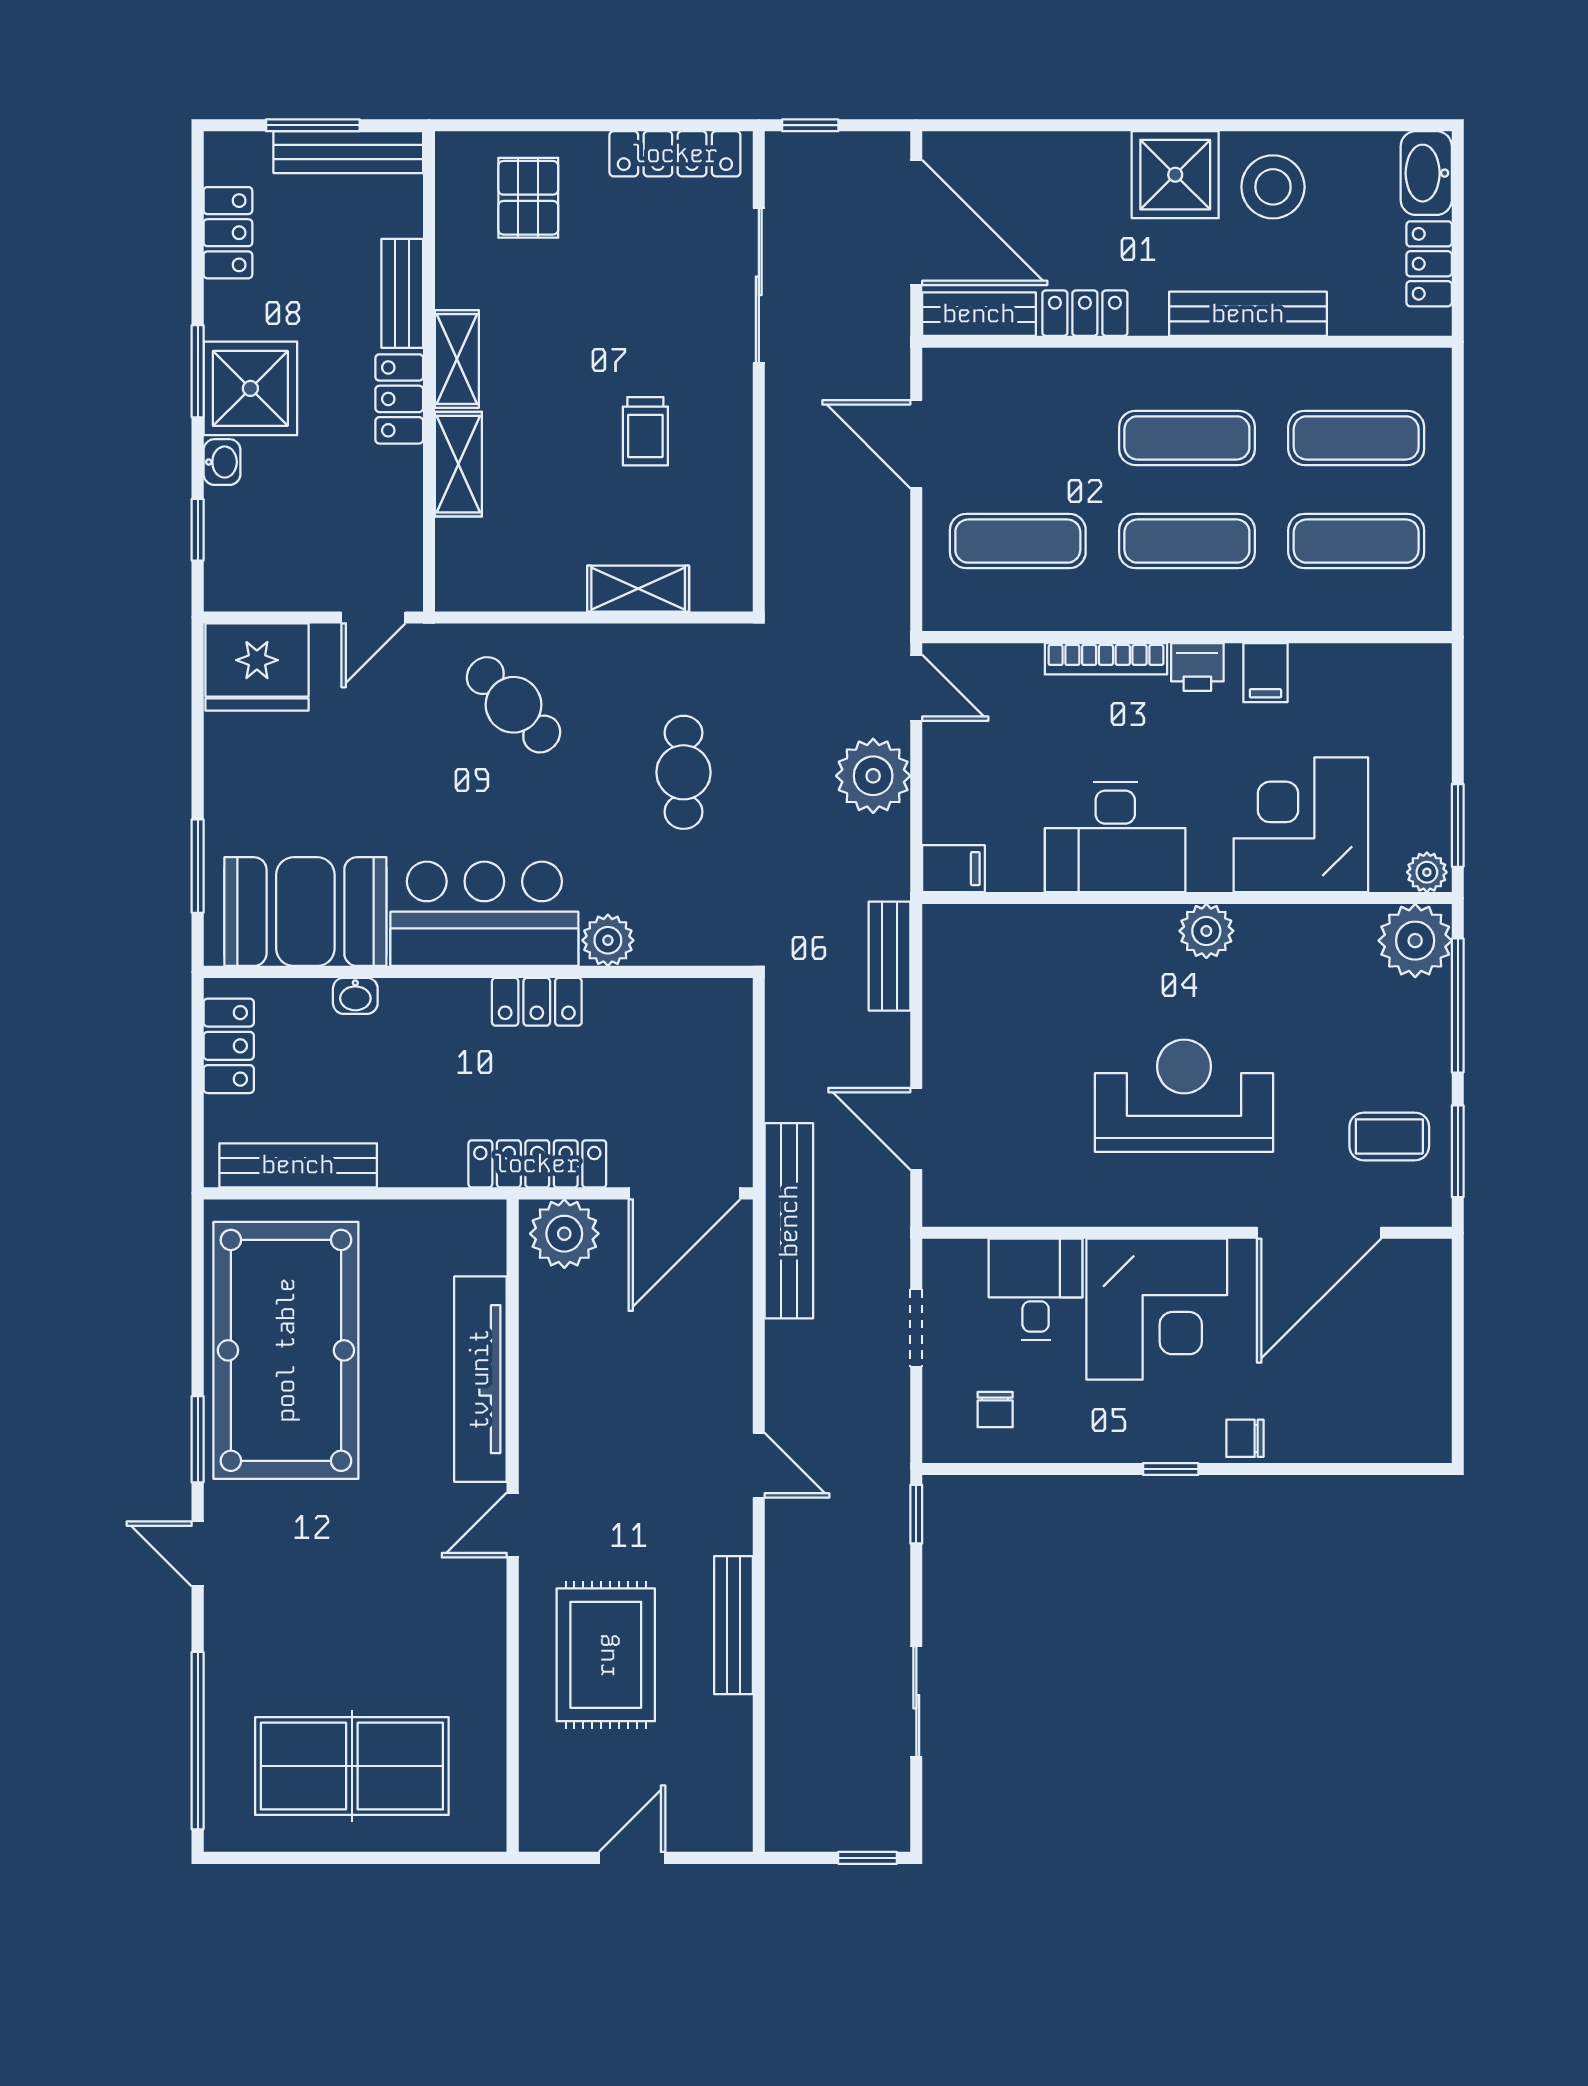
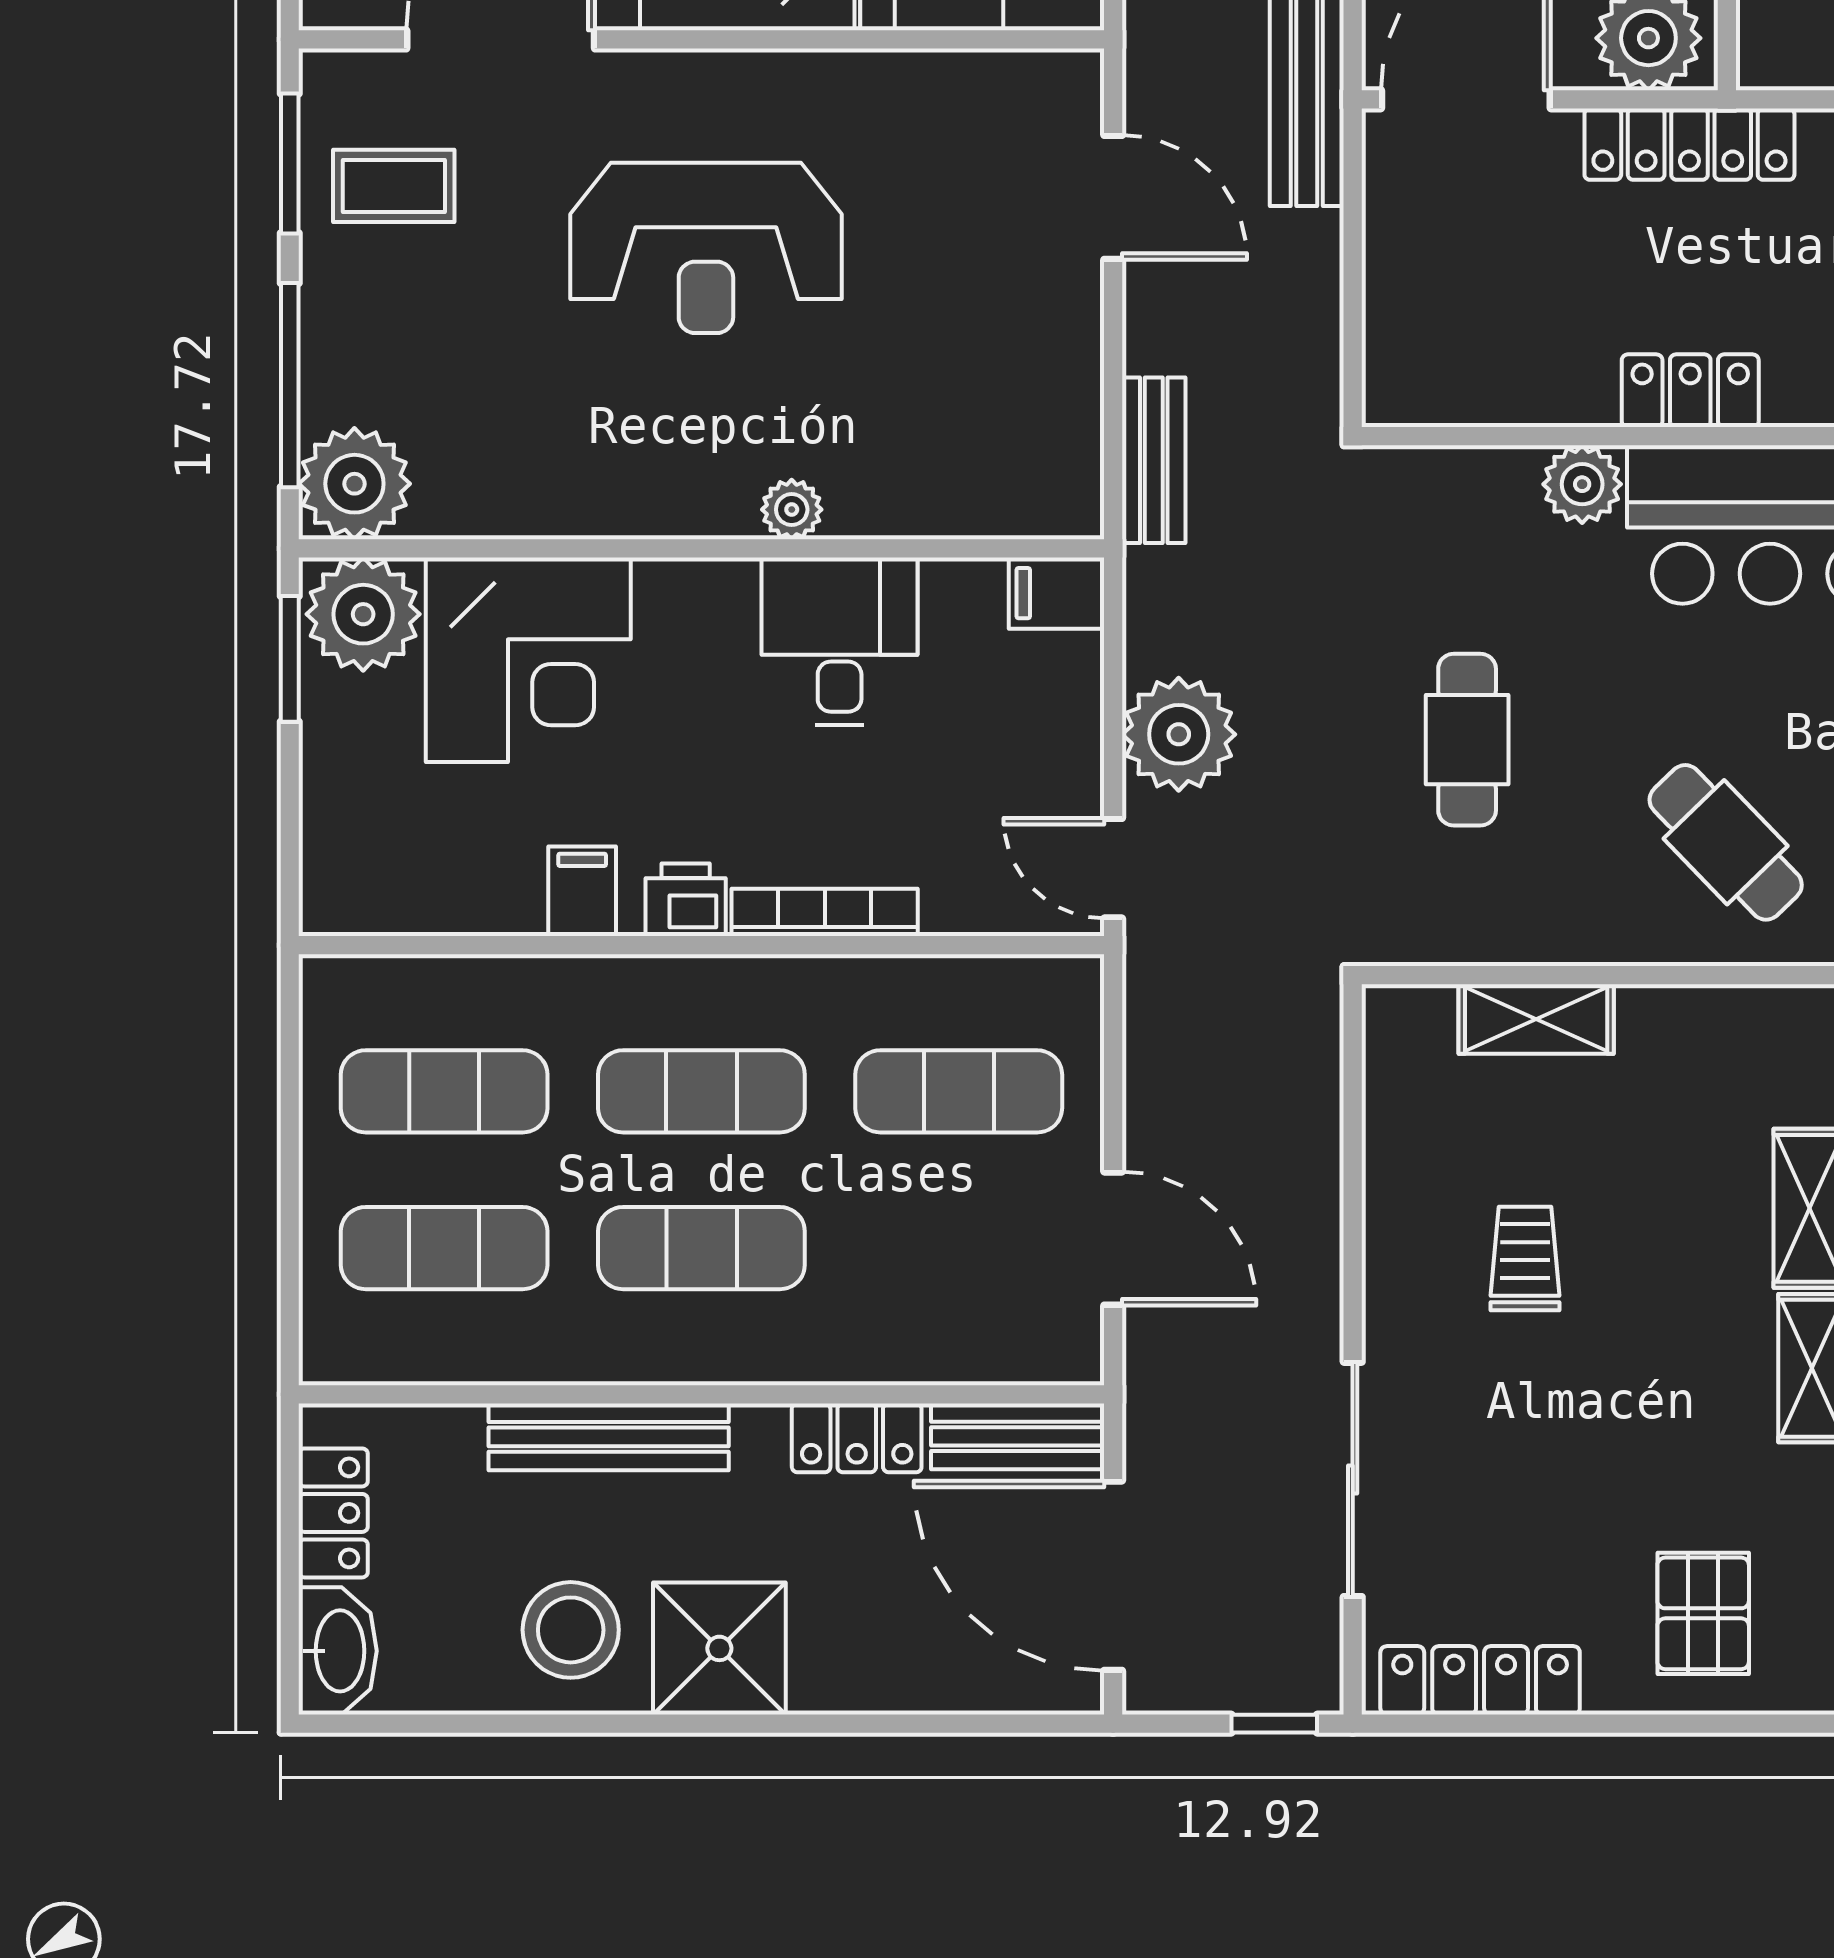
desk: (1115, 837) -> (840, 641), width x0.73
plant: (1427, 872) -> (363, 614), width x1.88, depth x1.88
plant: (1206, 931) -> (792, 510), moved, width x0.73, depth x0.73

